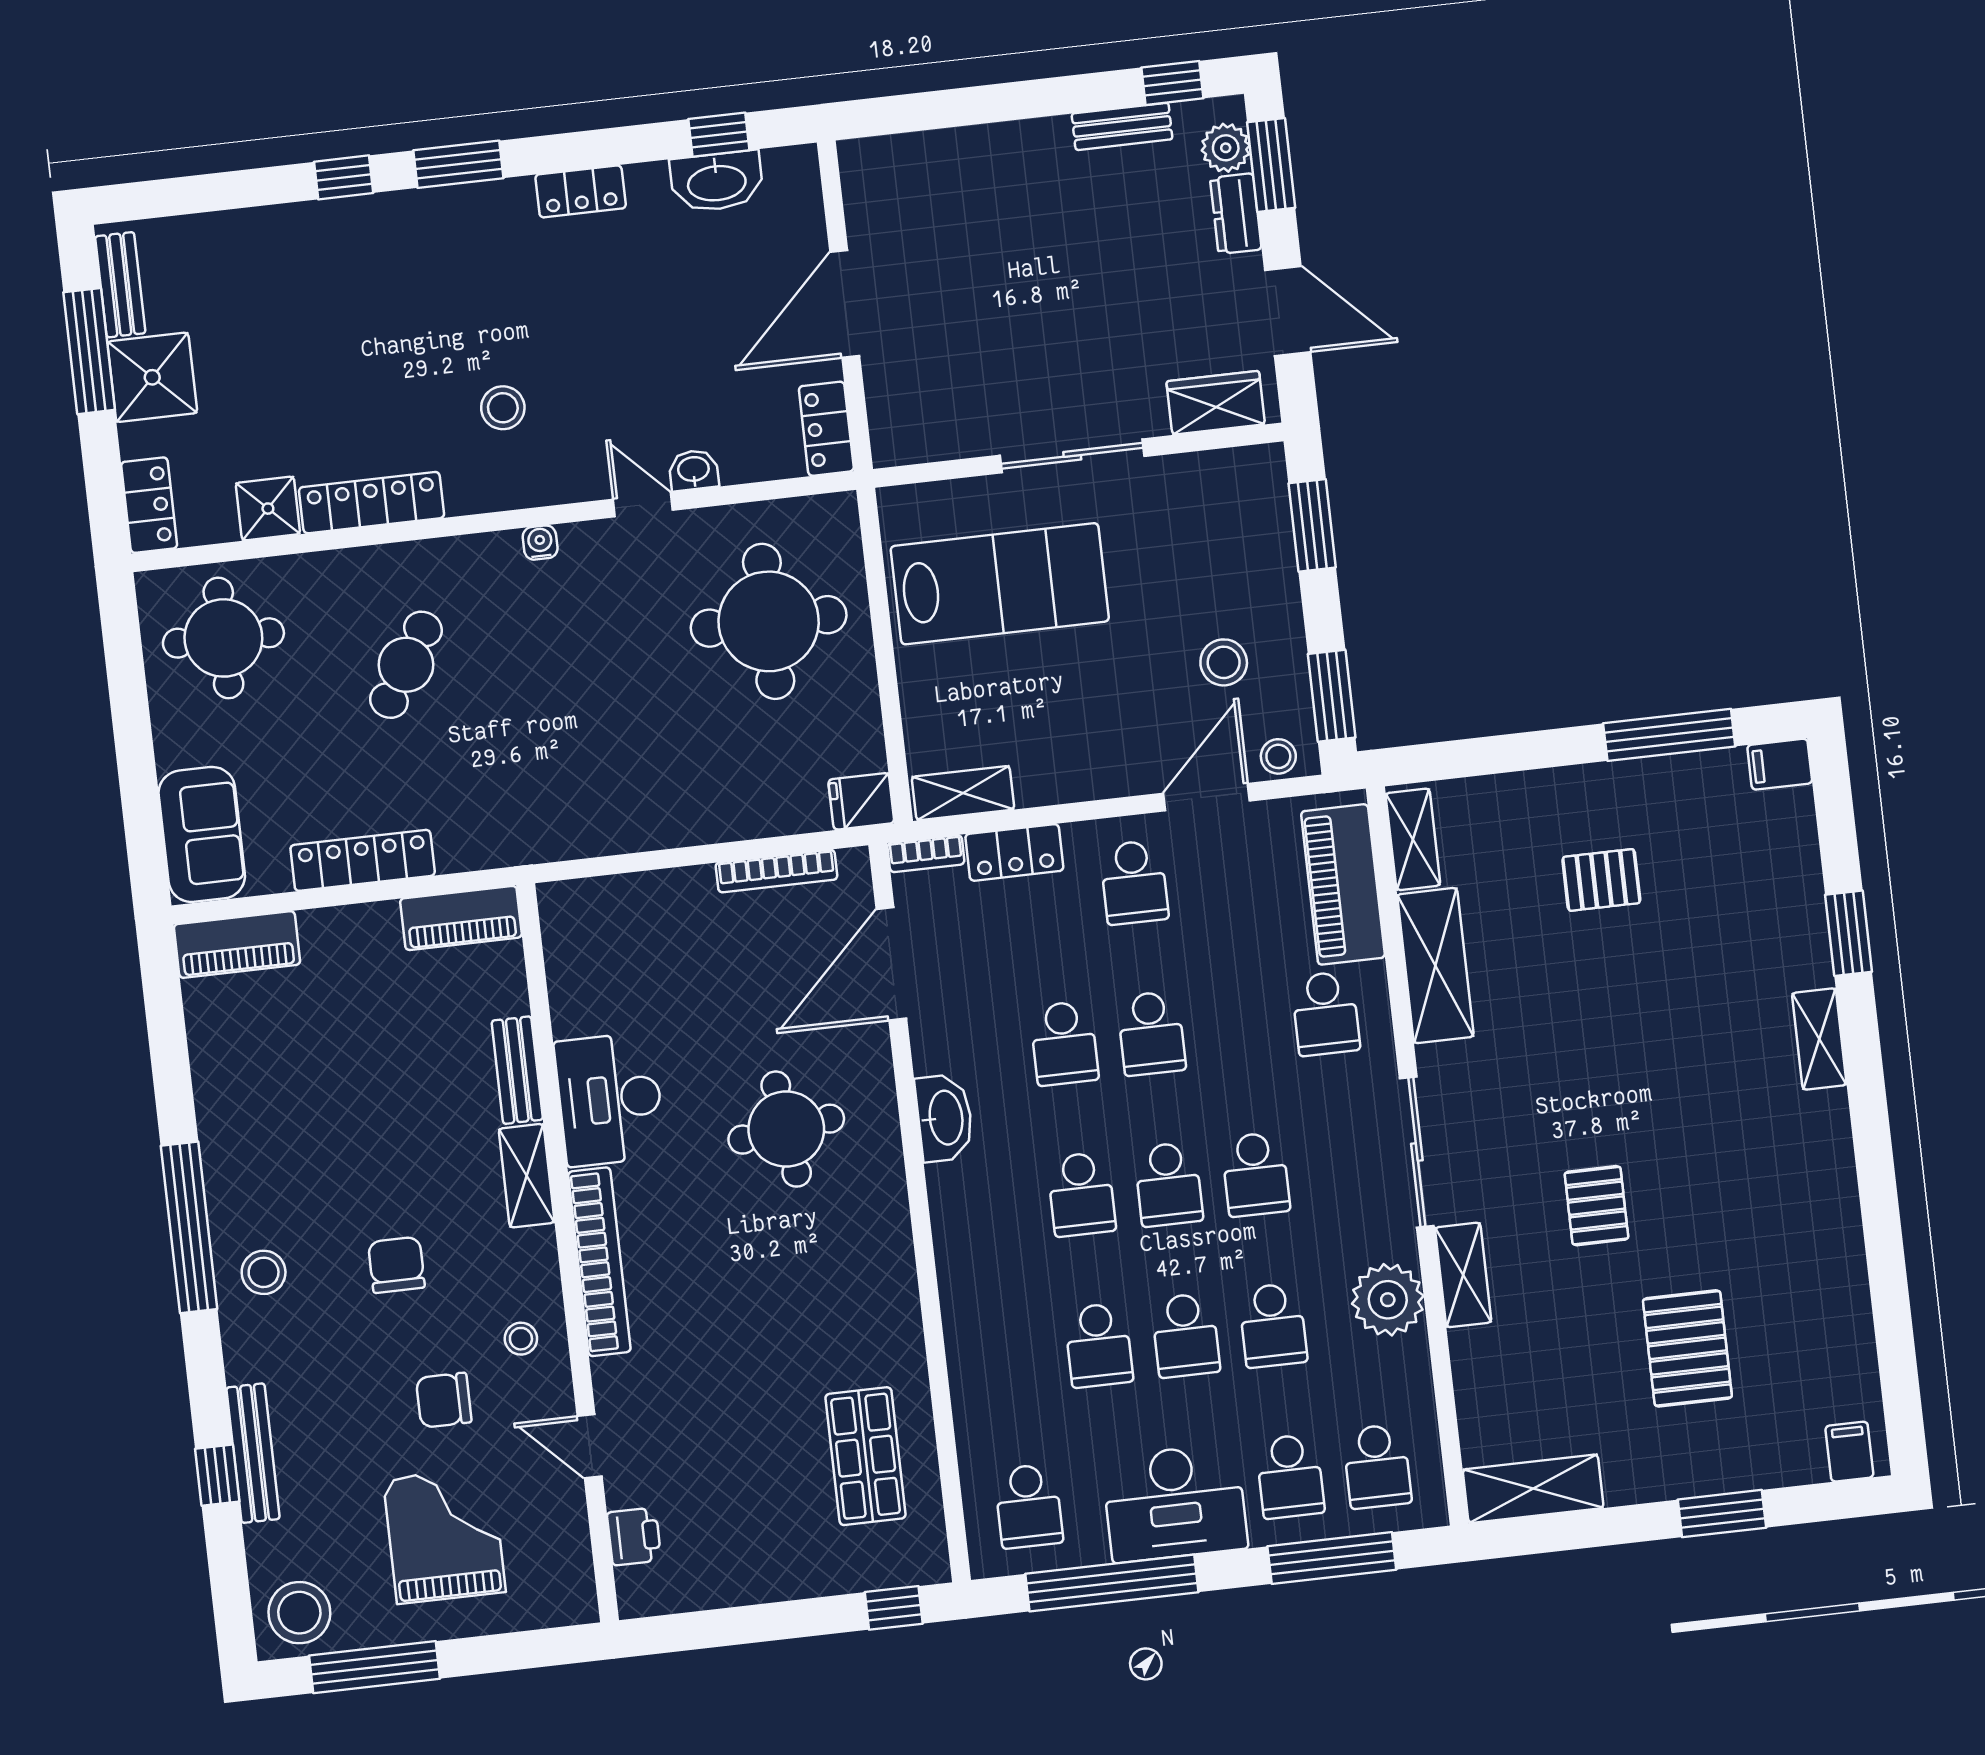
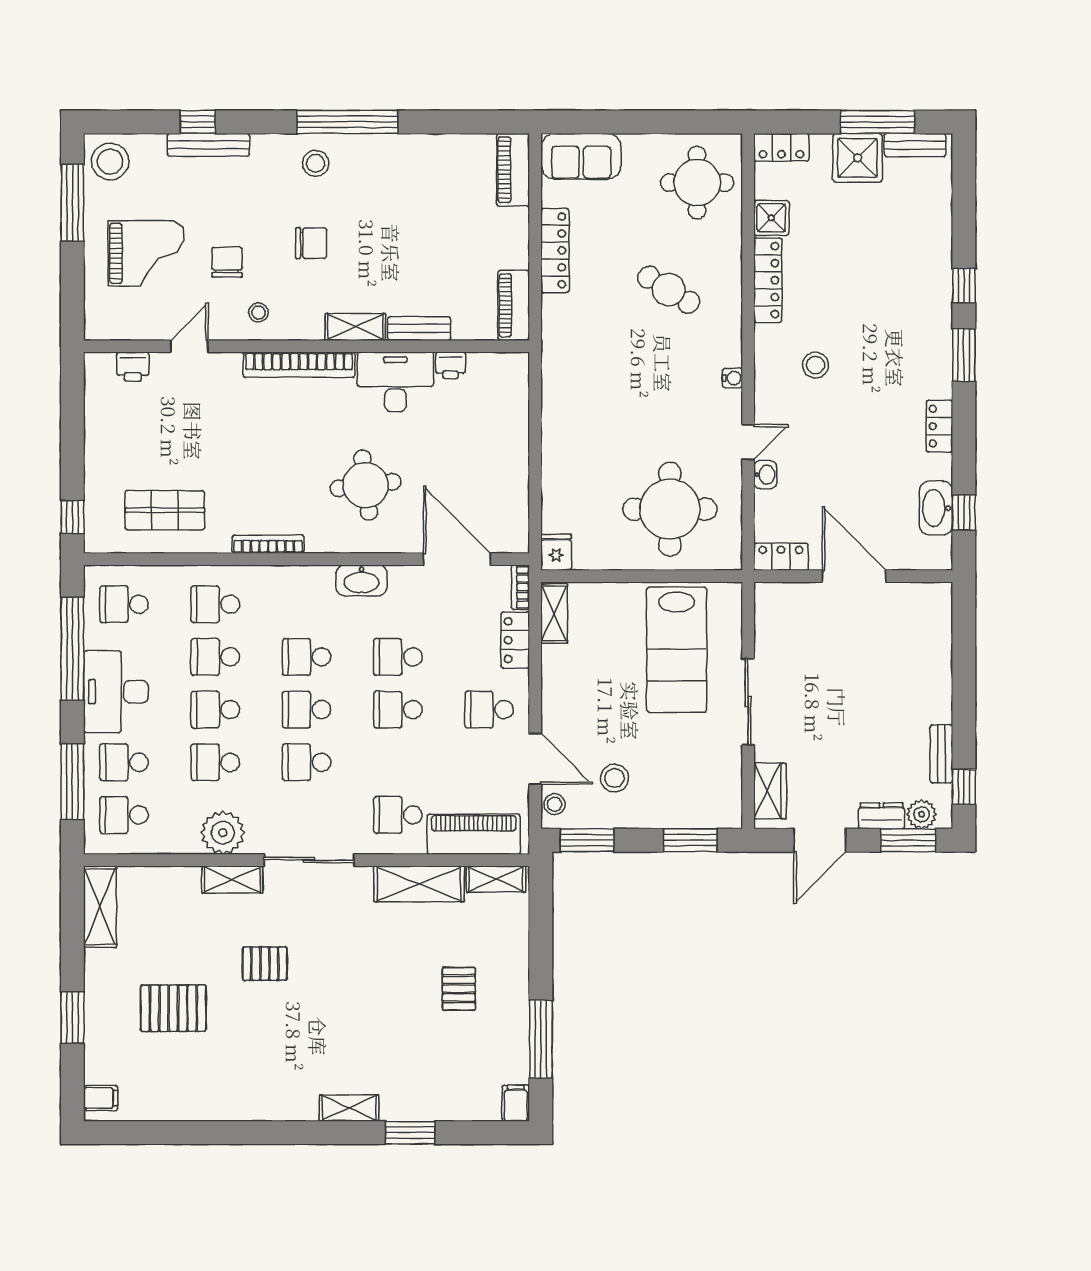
bookcase: (776, 871) -> (268, 544), moved, turned 90
printer: (572, 1011) -> (451, 365), added
school desk: (1011, 1355) -> (215, 604), added

